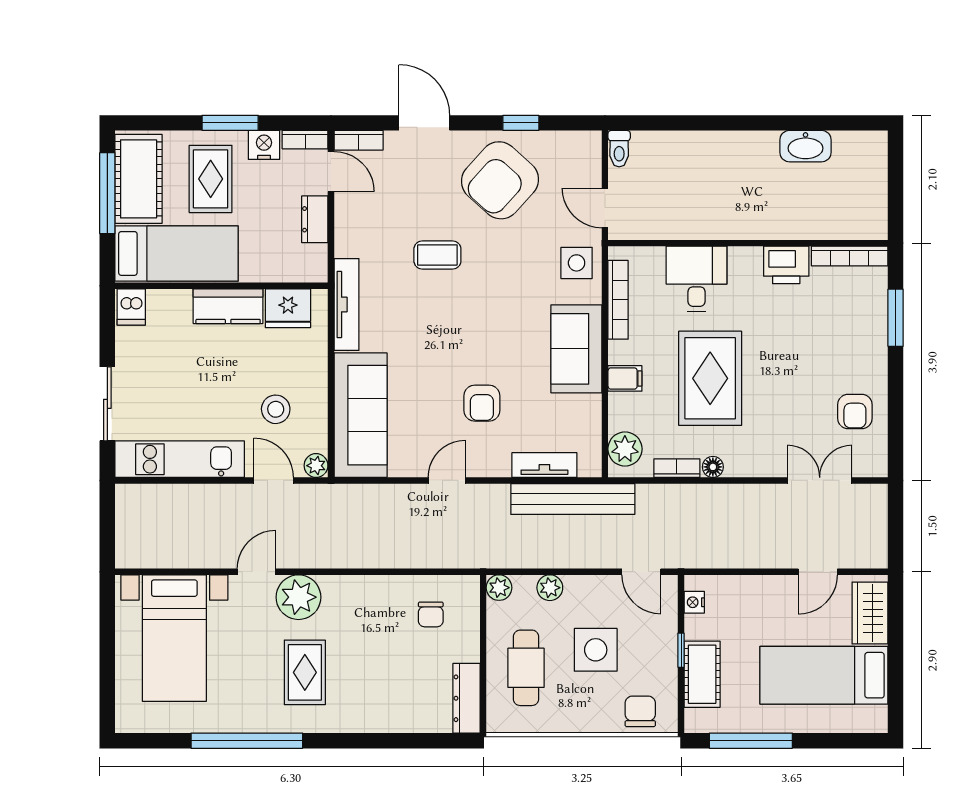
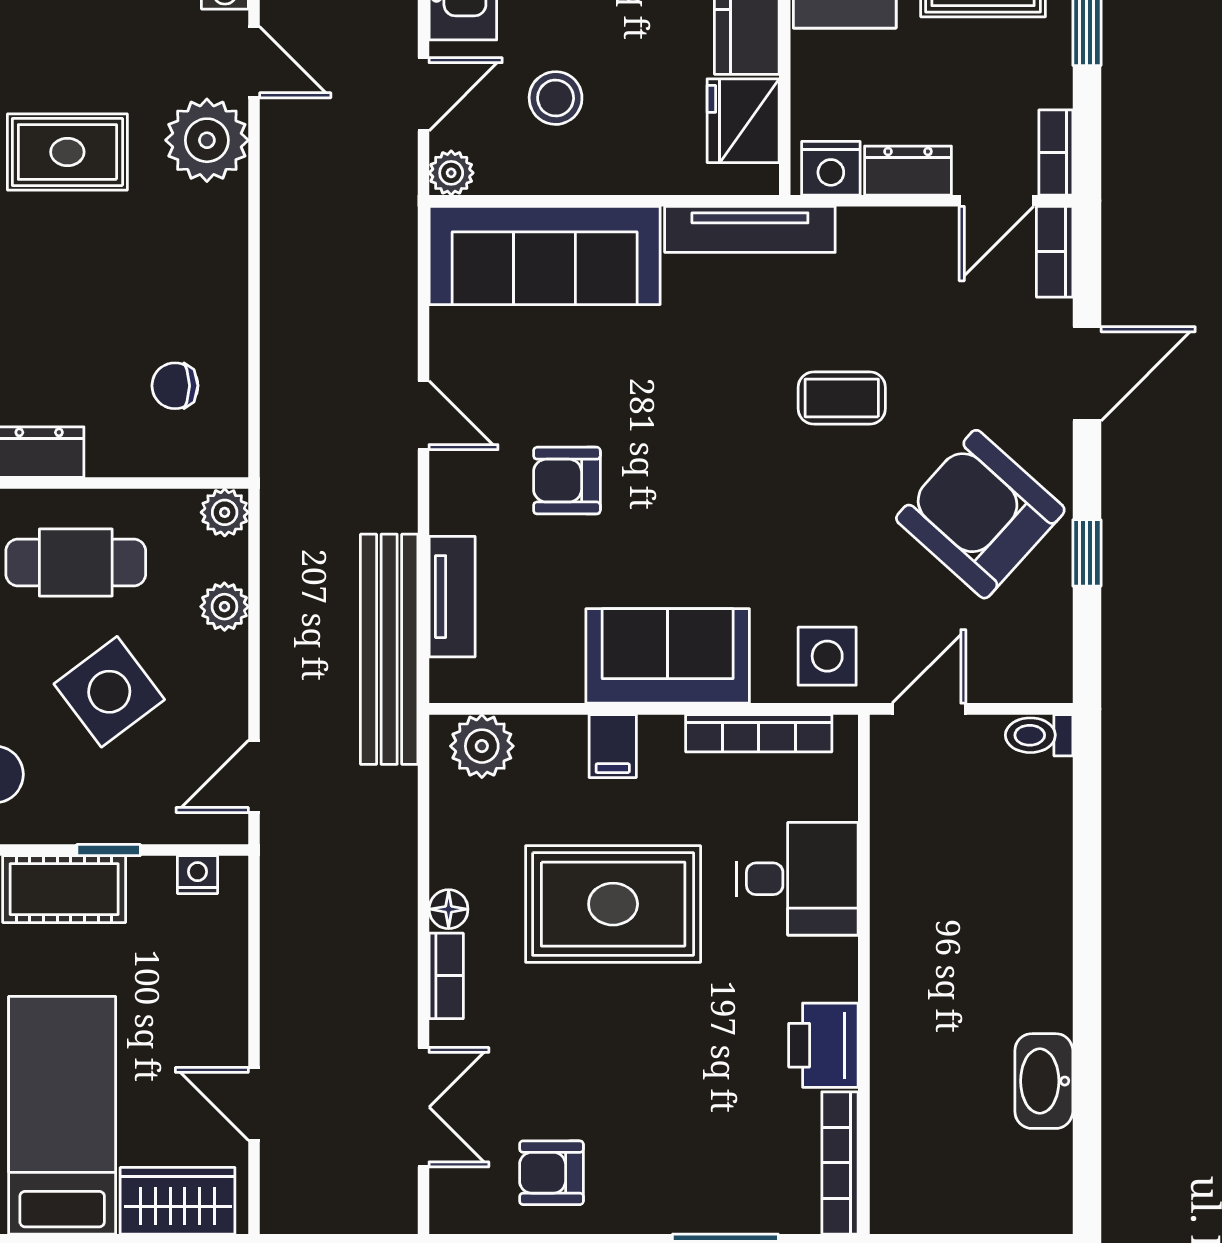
nightstand: (264, 145) -> (831, 168), moved, turned 90
coffee table: (437, 255) -> (842, 398), turned 90
bookcase: (677, 468) -> (446, 976), moved
side table: (596, 650) -> (109, 692), turned -37

